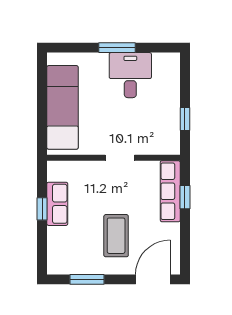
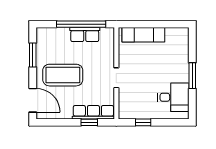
desk: (130, 75) -> (173, 97), moved
exam couch: (63, 107) -> (143, 35), width x0.73, depth x0.69
window: (42, 209) -> (81, 24), width x3.17
coffee table: (116, 236) -> (63, 75), width x1.36, depth x1.32

